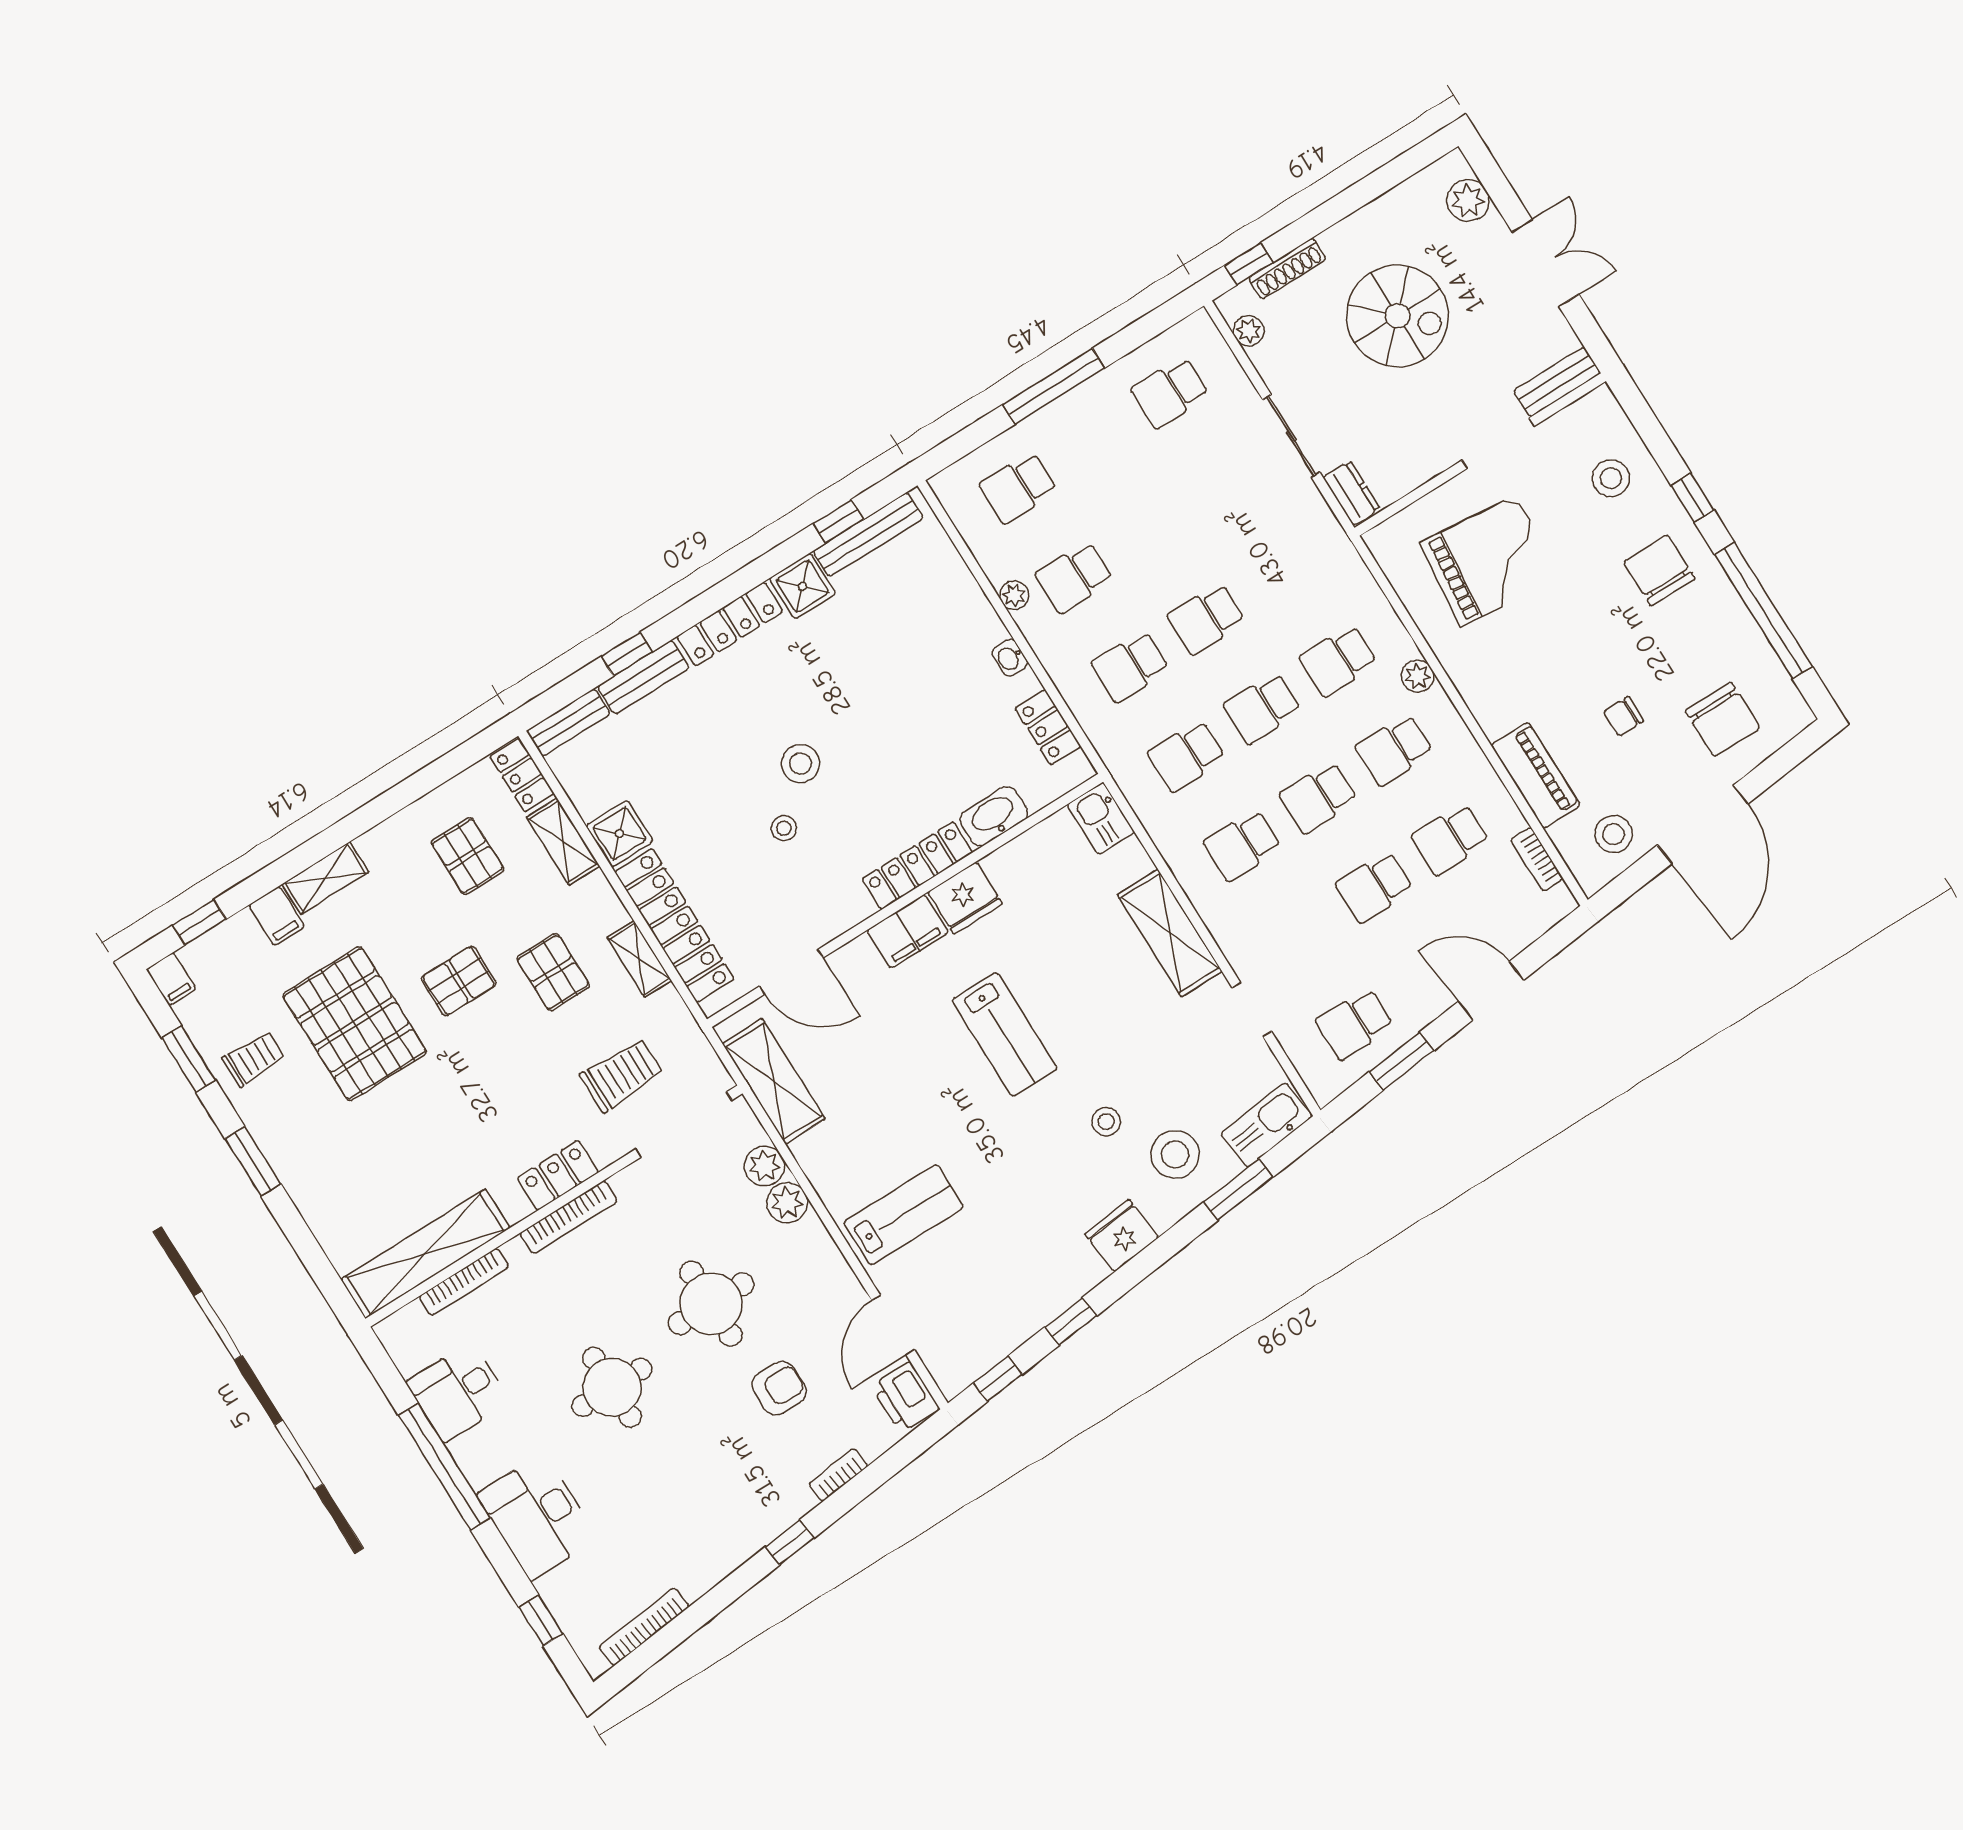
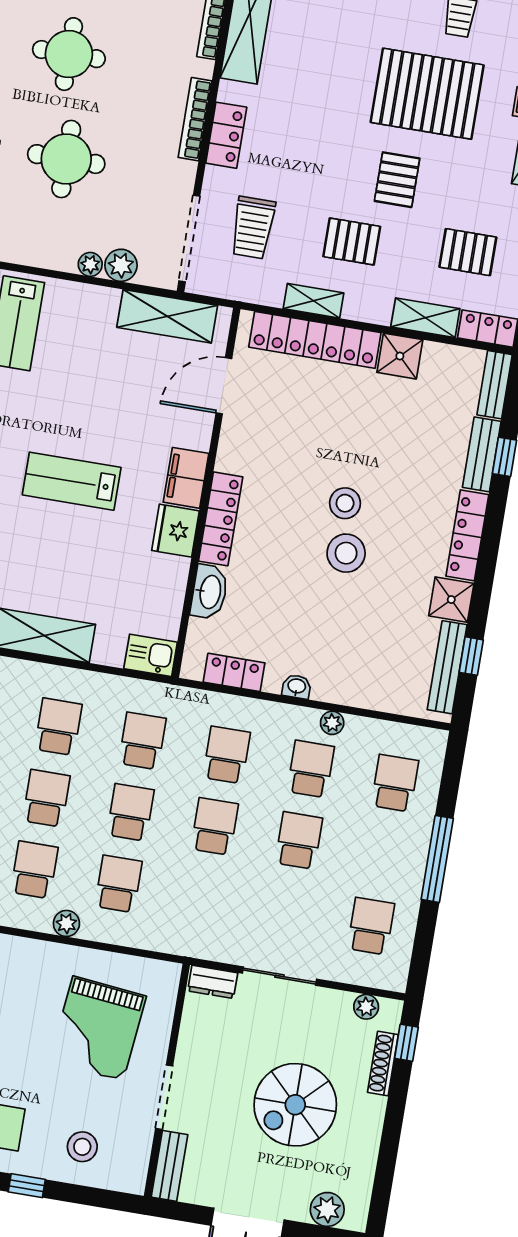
school desk: (1150, 529) -> (299, 841), added
stool: (784, 828) -> (346, 553), moved, width x1.89, depth x1.89
plant: (787, 1203) -> (90, 264), width x0.73, depth x0.73

